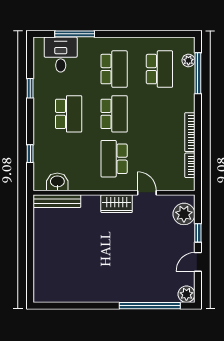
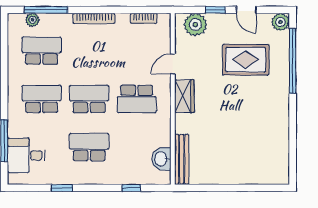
bookcase: (190, 132) -> (94, 18), moved
rug: (151, 261) -> (246, 60), added

